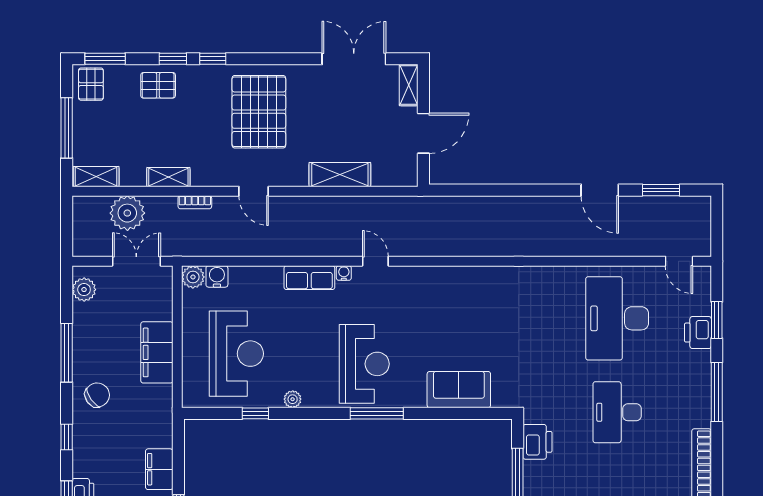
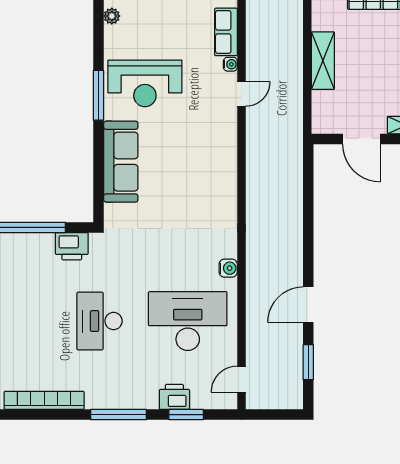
water cooler: (561, 275) -> (228, 268), added
sofa: (459, 390) -> (121, 162), width x1.36
desk: (617, 412) -> (100, 321), turned -90

